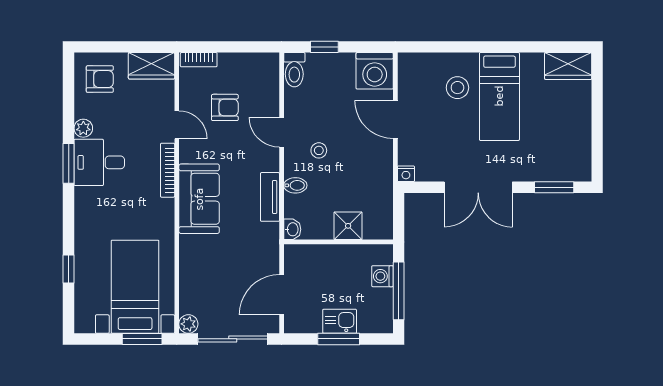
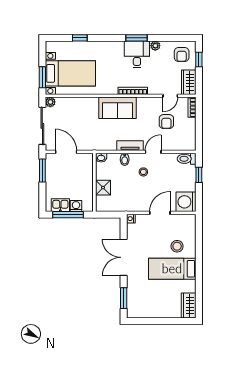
window: (109, 47) -> (199, 60), added
door: (177, 125) -> (170, 96), moved
tv unit: (270, 197) -> (130, 146), moved
kitchen sink: (340, 321) -> (60, 205), moved, turned -90
window: (339, 339) -> (42, 170), moved

